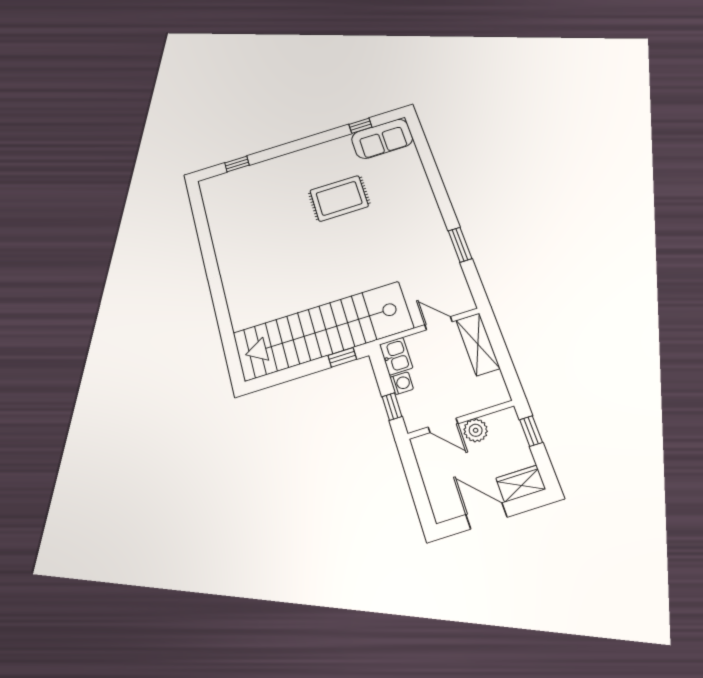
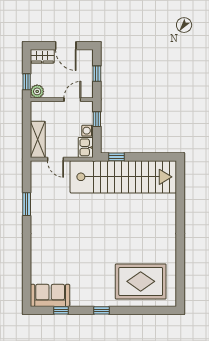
window: (237, 164) -> (101, 310), moved
rug: (339, 198) -> (141, 281), moved, width x1.37, depth x1.44
door: (443, 425) -> (72, 100), hinge flipped
plant: (476, 430) -> (37, 91), moved
window: (416, 483) -> (97, 74), added

